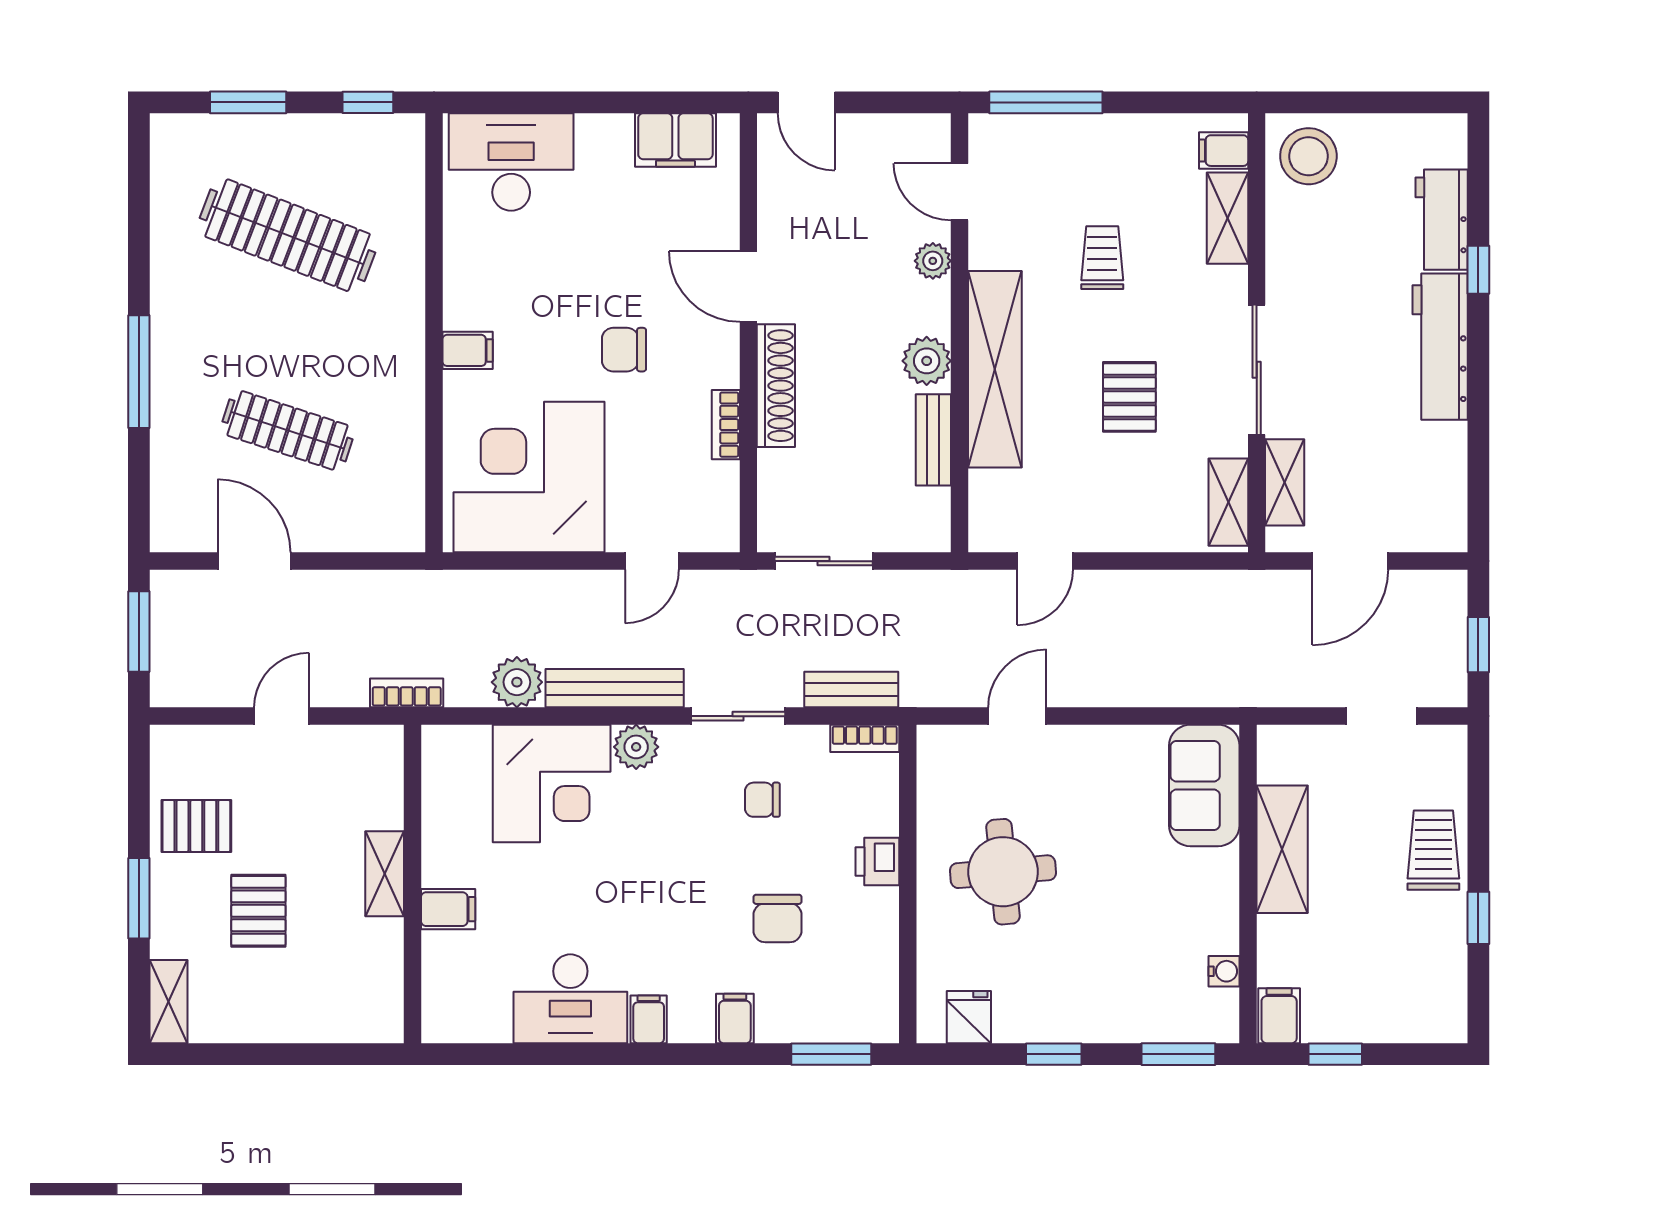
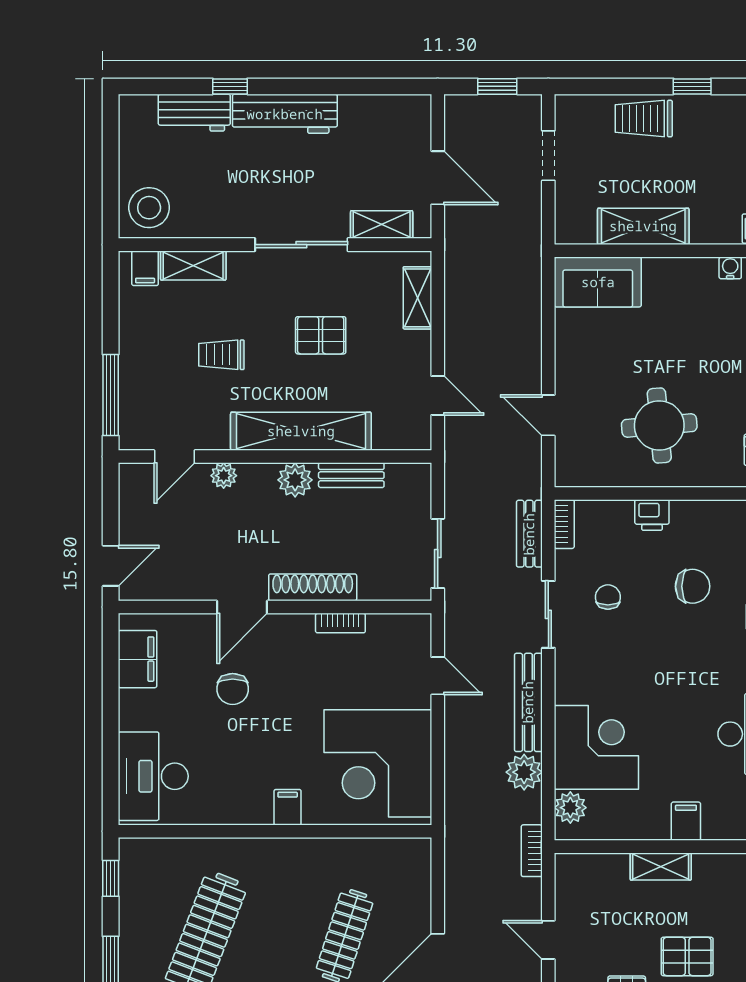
chair: (624, 350) -> (233, 689), moved
shelving: (1228, 502) -> (418, 298), moved, turned 90
plant: (636, 747) -> (570, 808), moved
chair: (762, 800) -> (608, 597), turned 180

